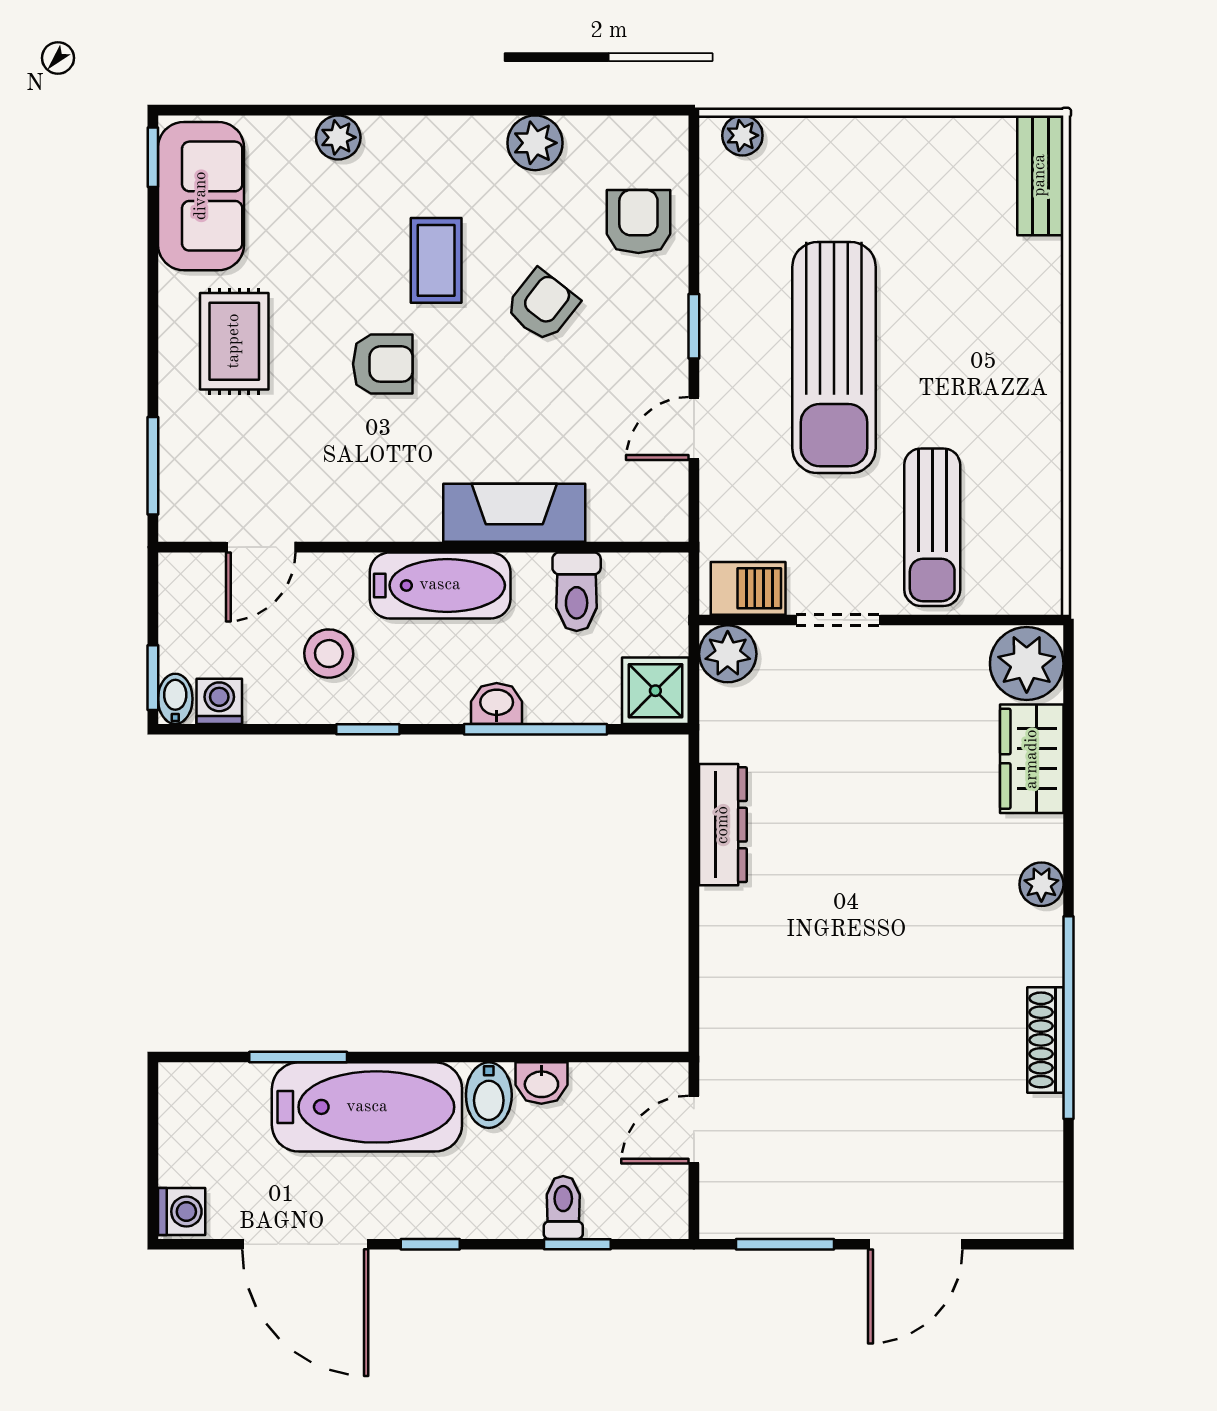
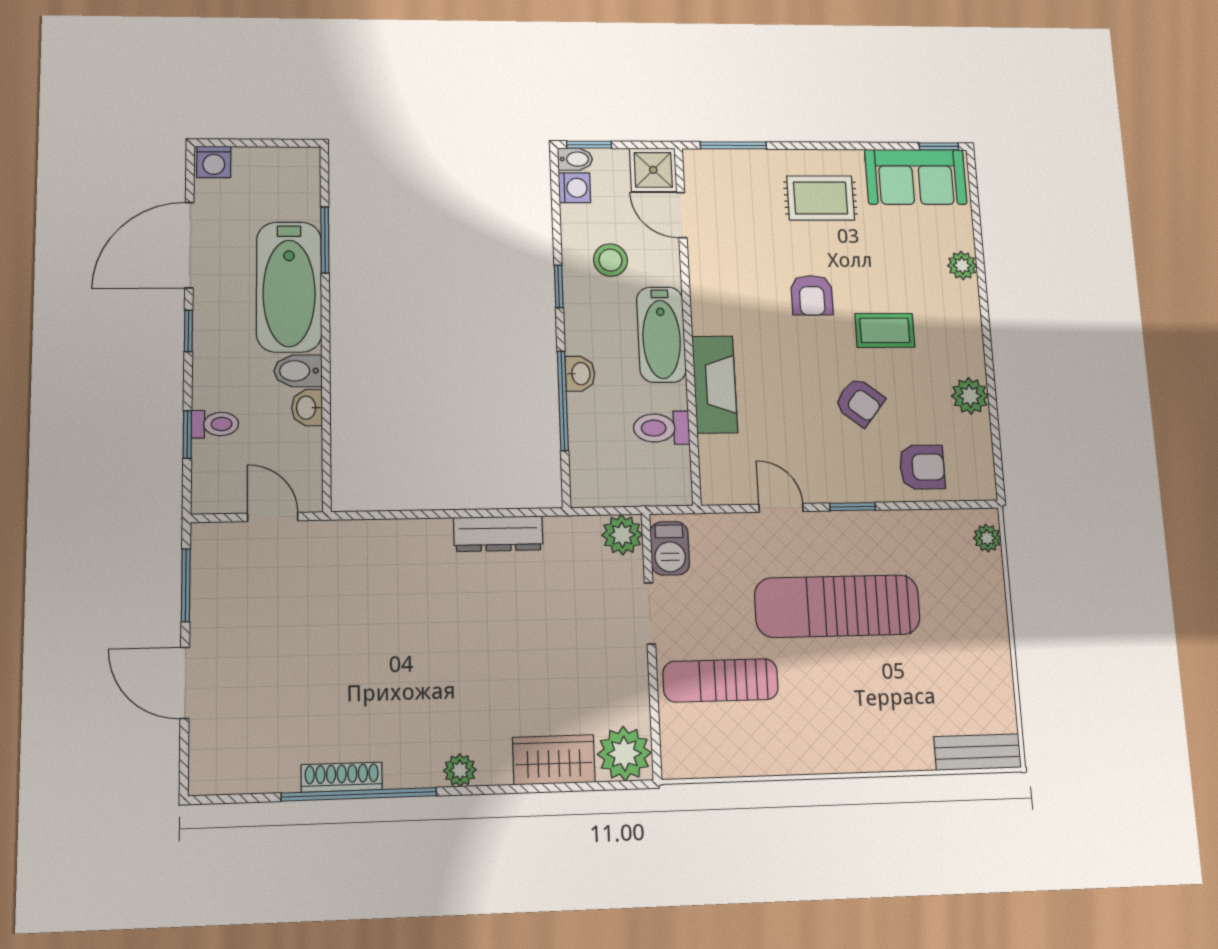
shower: (655, 691) -> (653, 170), moved

